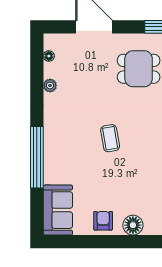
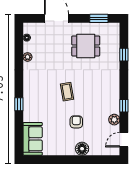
window: (37, 157) -> (19, 104), width x0.32
armchair: (103, 221) -> (76, 122), moved

